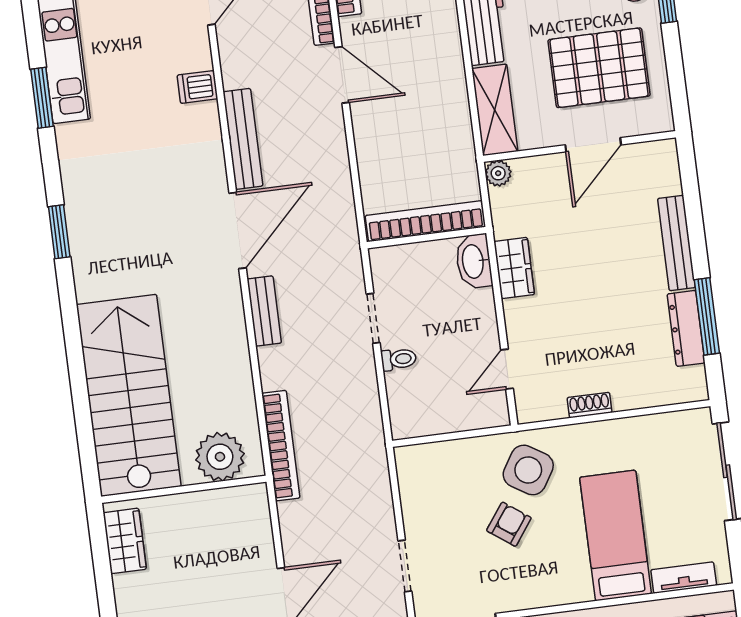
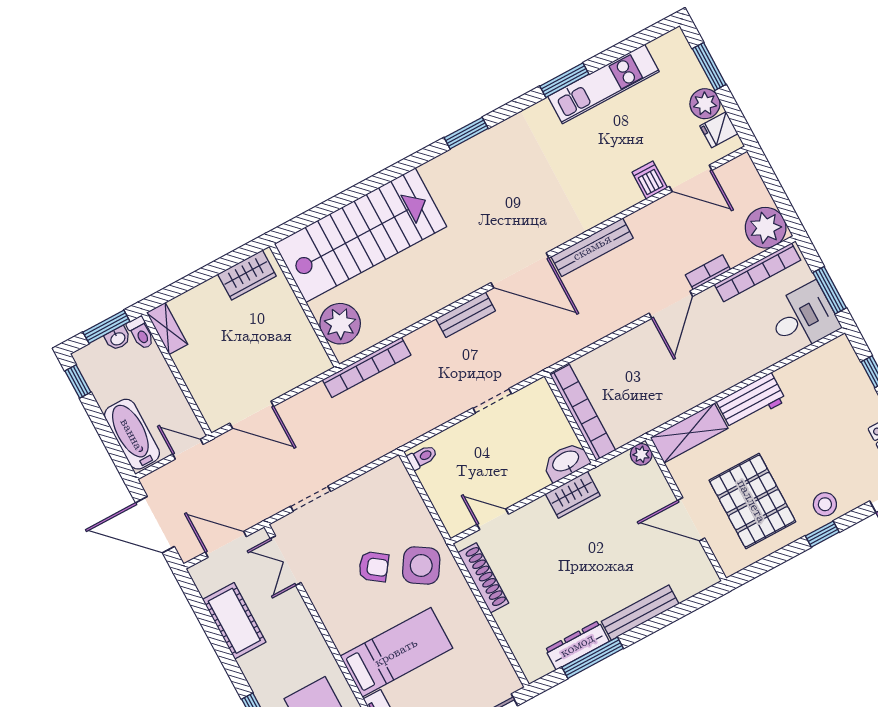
dishwasher: (197, 87) -> (650, 180), moved
toilet: (399, 359) -> (422, 457), moved, turned -90
shoe rack: (590, 405) -> (483, 578), width x1.94, depth x1.24

